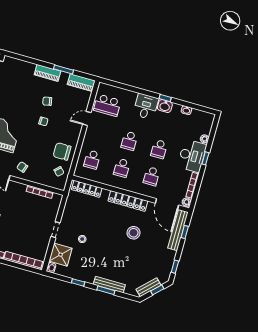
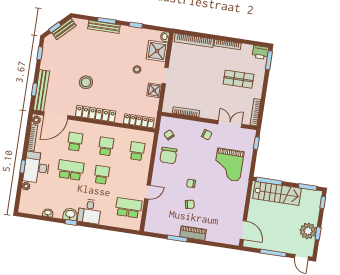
piano: (81, 83) -> (158, 227), removed
school desk: (159, 149) -> (71, 170), width x1.85
chair: (62, 151) -> (168, 155), turned 90
door: (167, 204) -> (56, 115), swing flipped
shower: (68, 217) -> (154, 90), added

